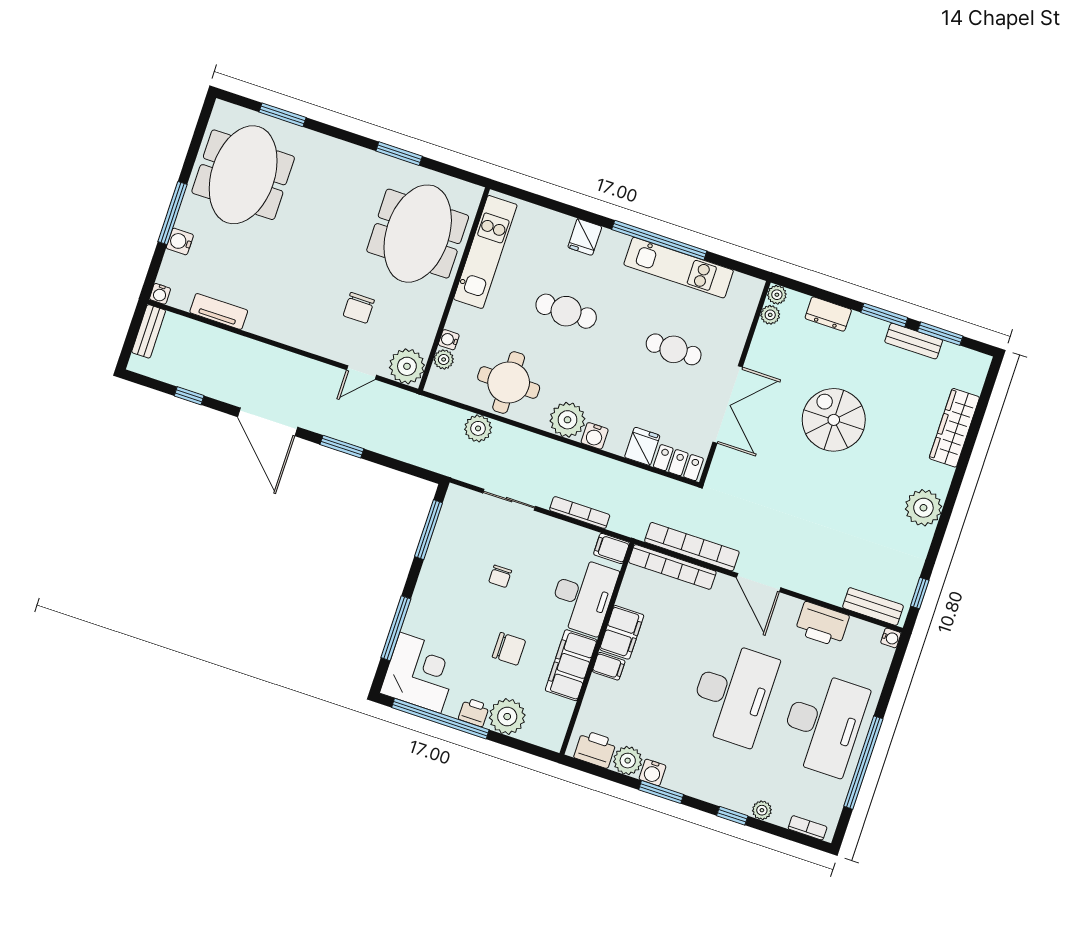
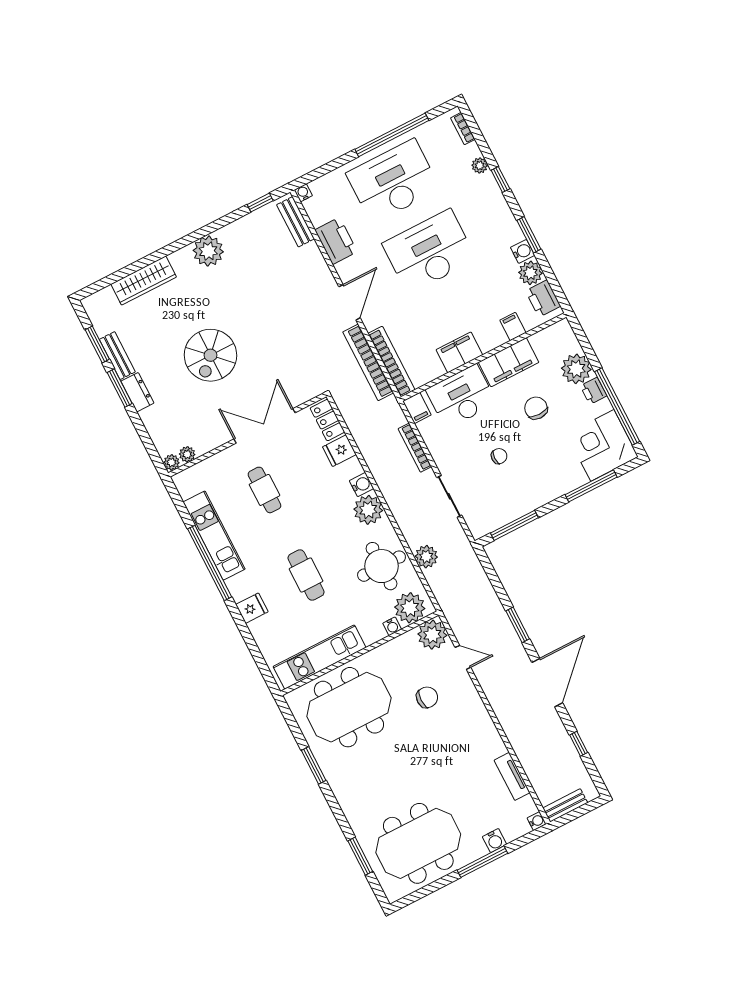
dresser: (828, 314) -> (137, 392), moved
plant: (444, 359) -> (410, 608), width x1.88, depth x1.88
filing cabinet: (609, 666) -> (513, 326), moved

